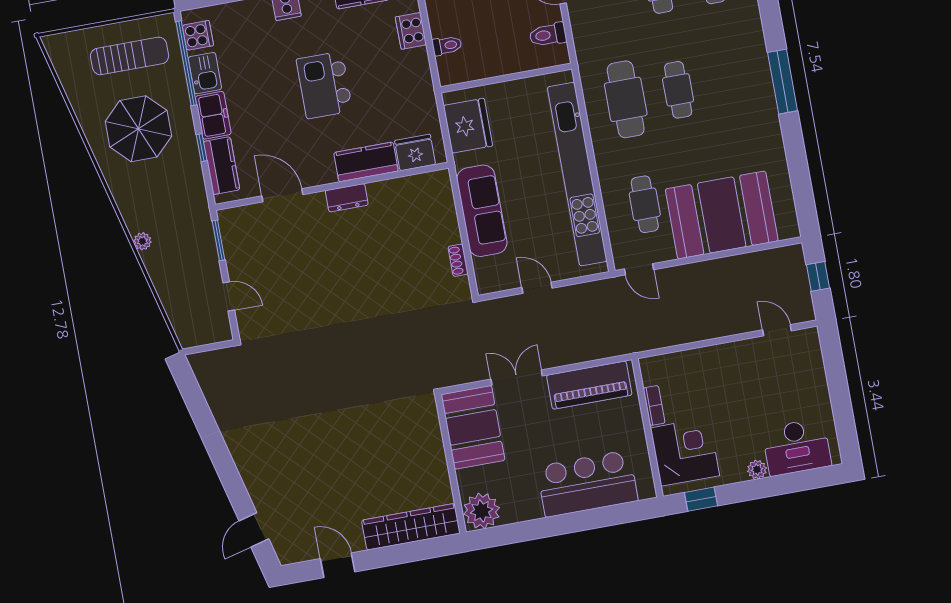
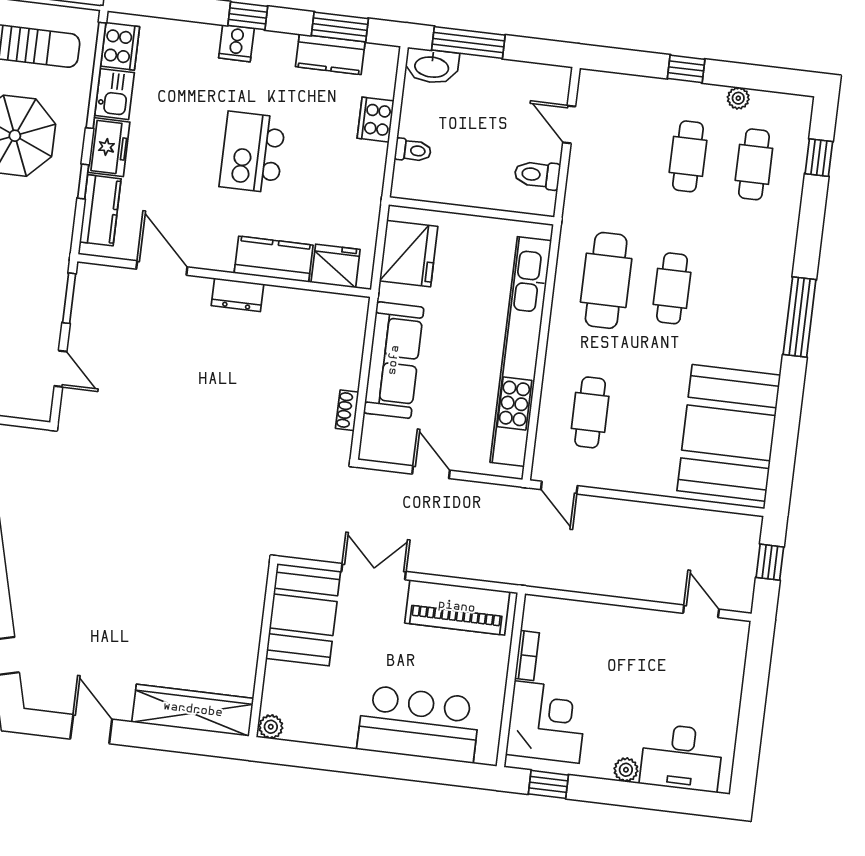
cooker: (198, 35) -> (120, 46), width x1.36
booth: (722, 215) -> (729, 433), moved, turned 90
plant: (482, 511) -> (271, 727), width x0.53, depth x0.53

